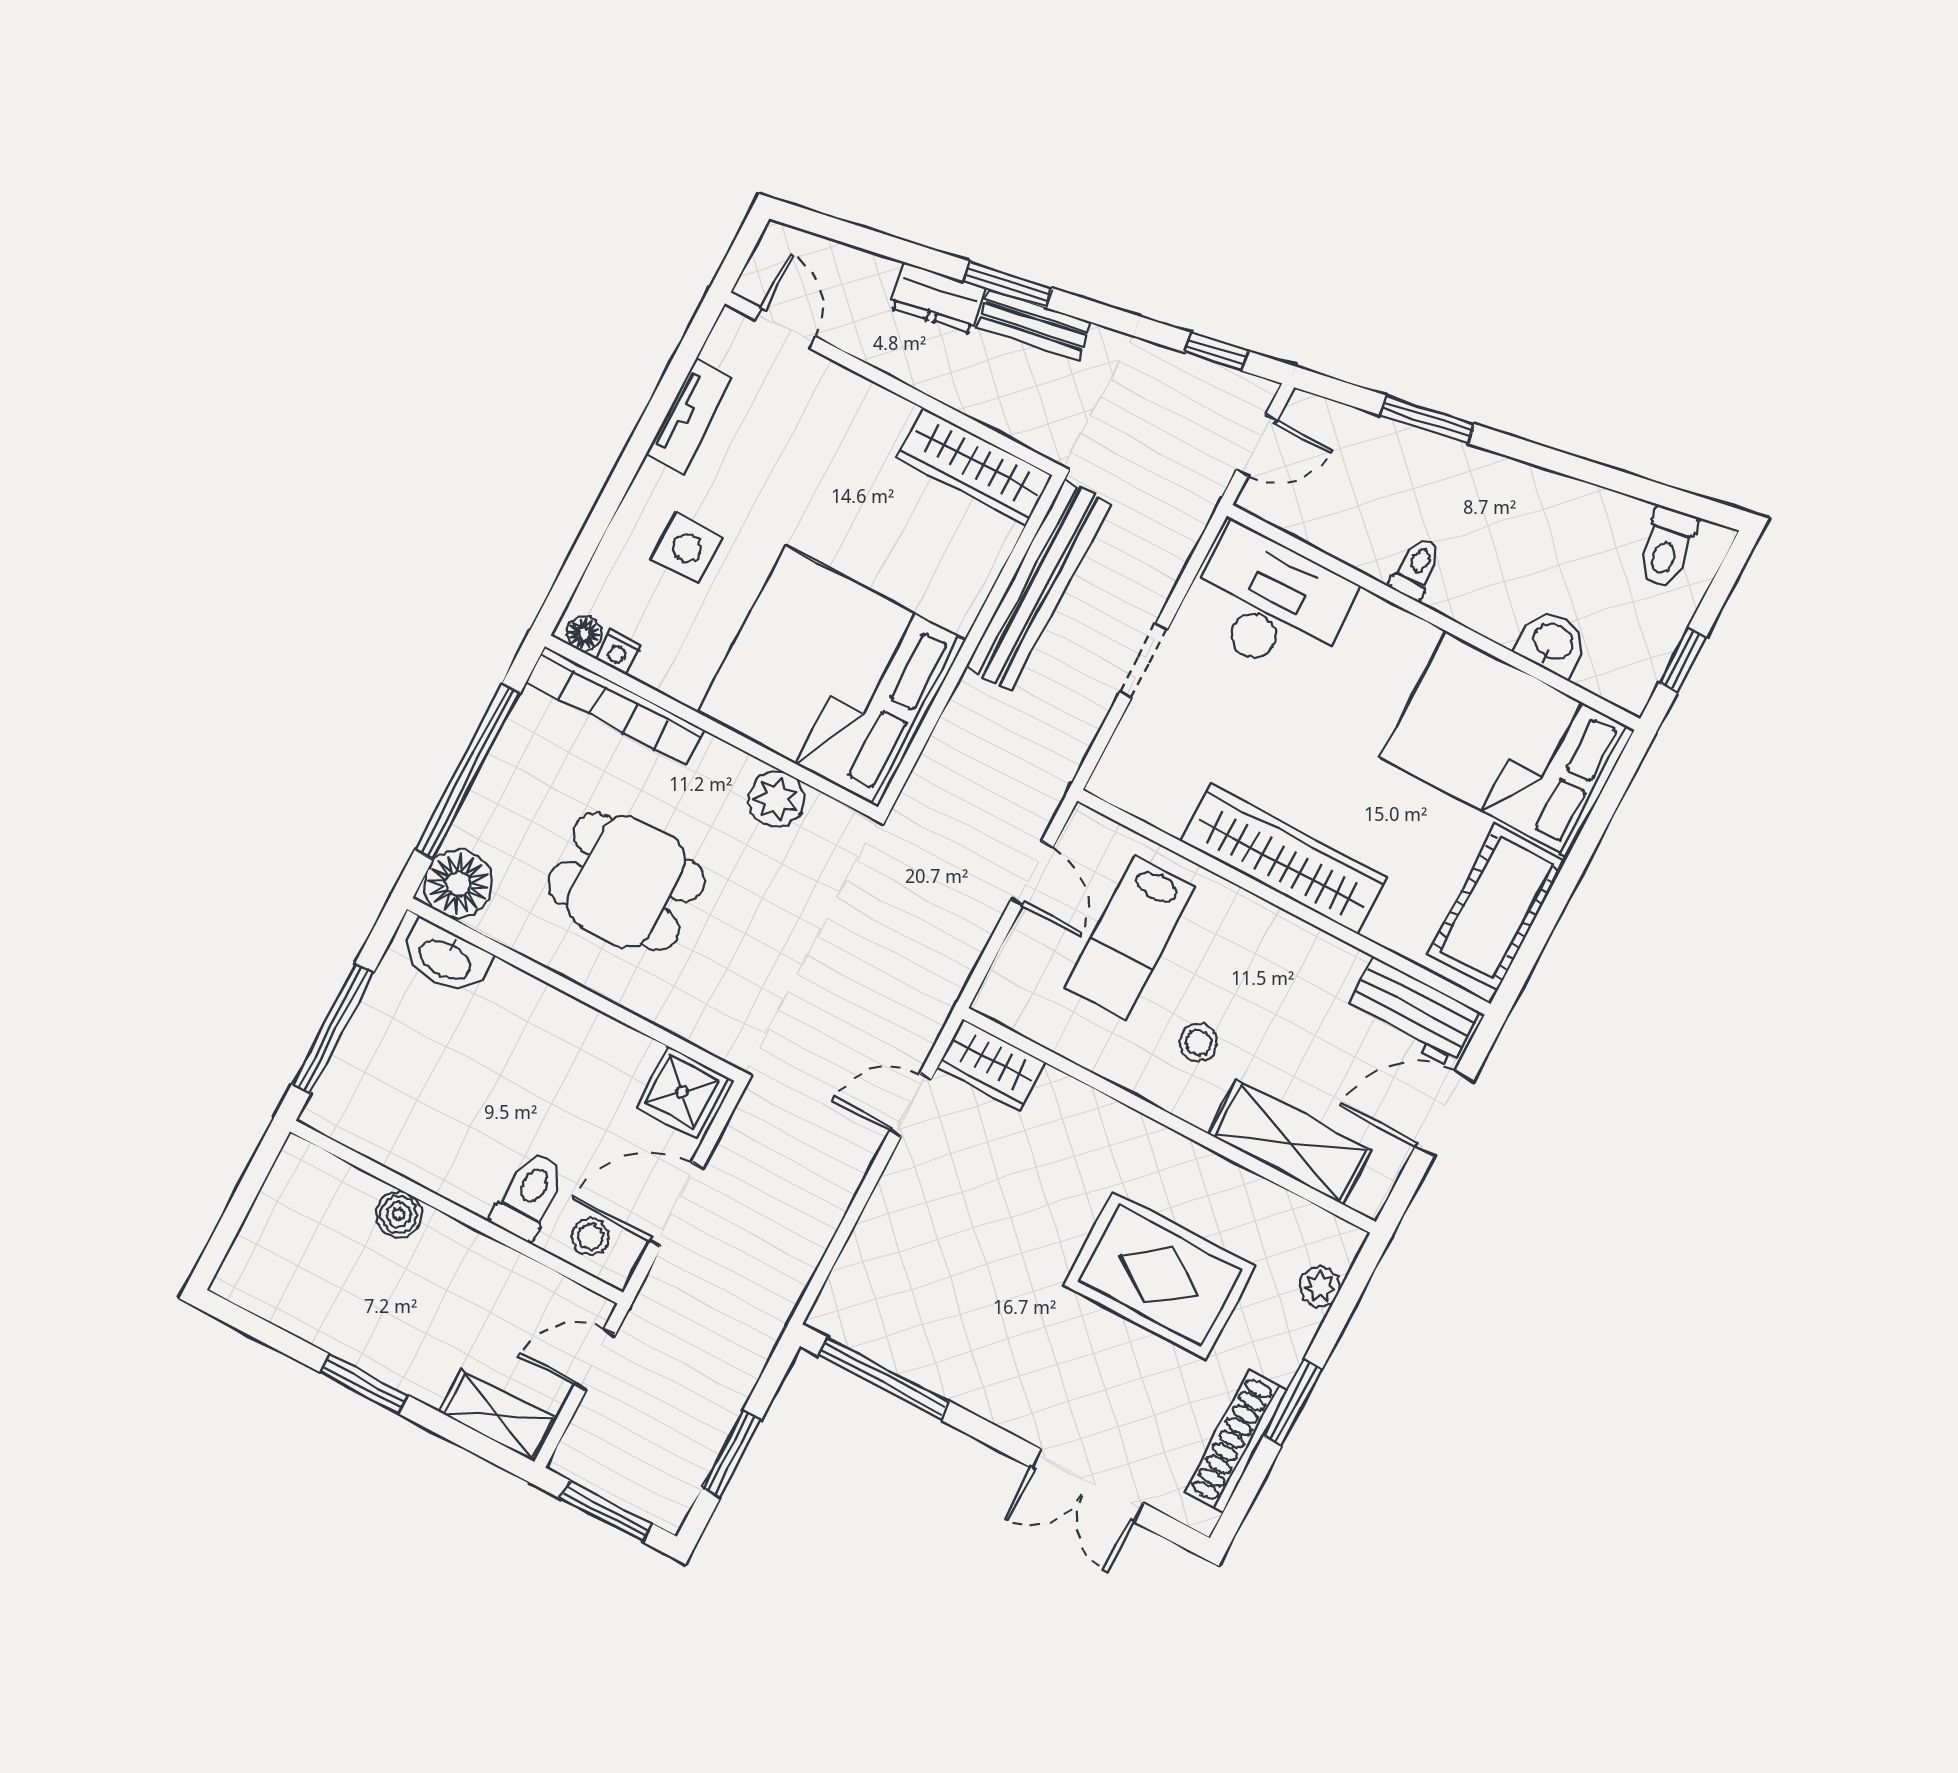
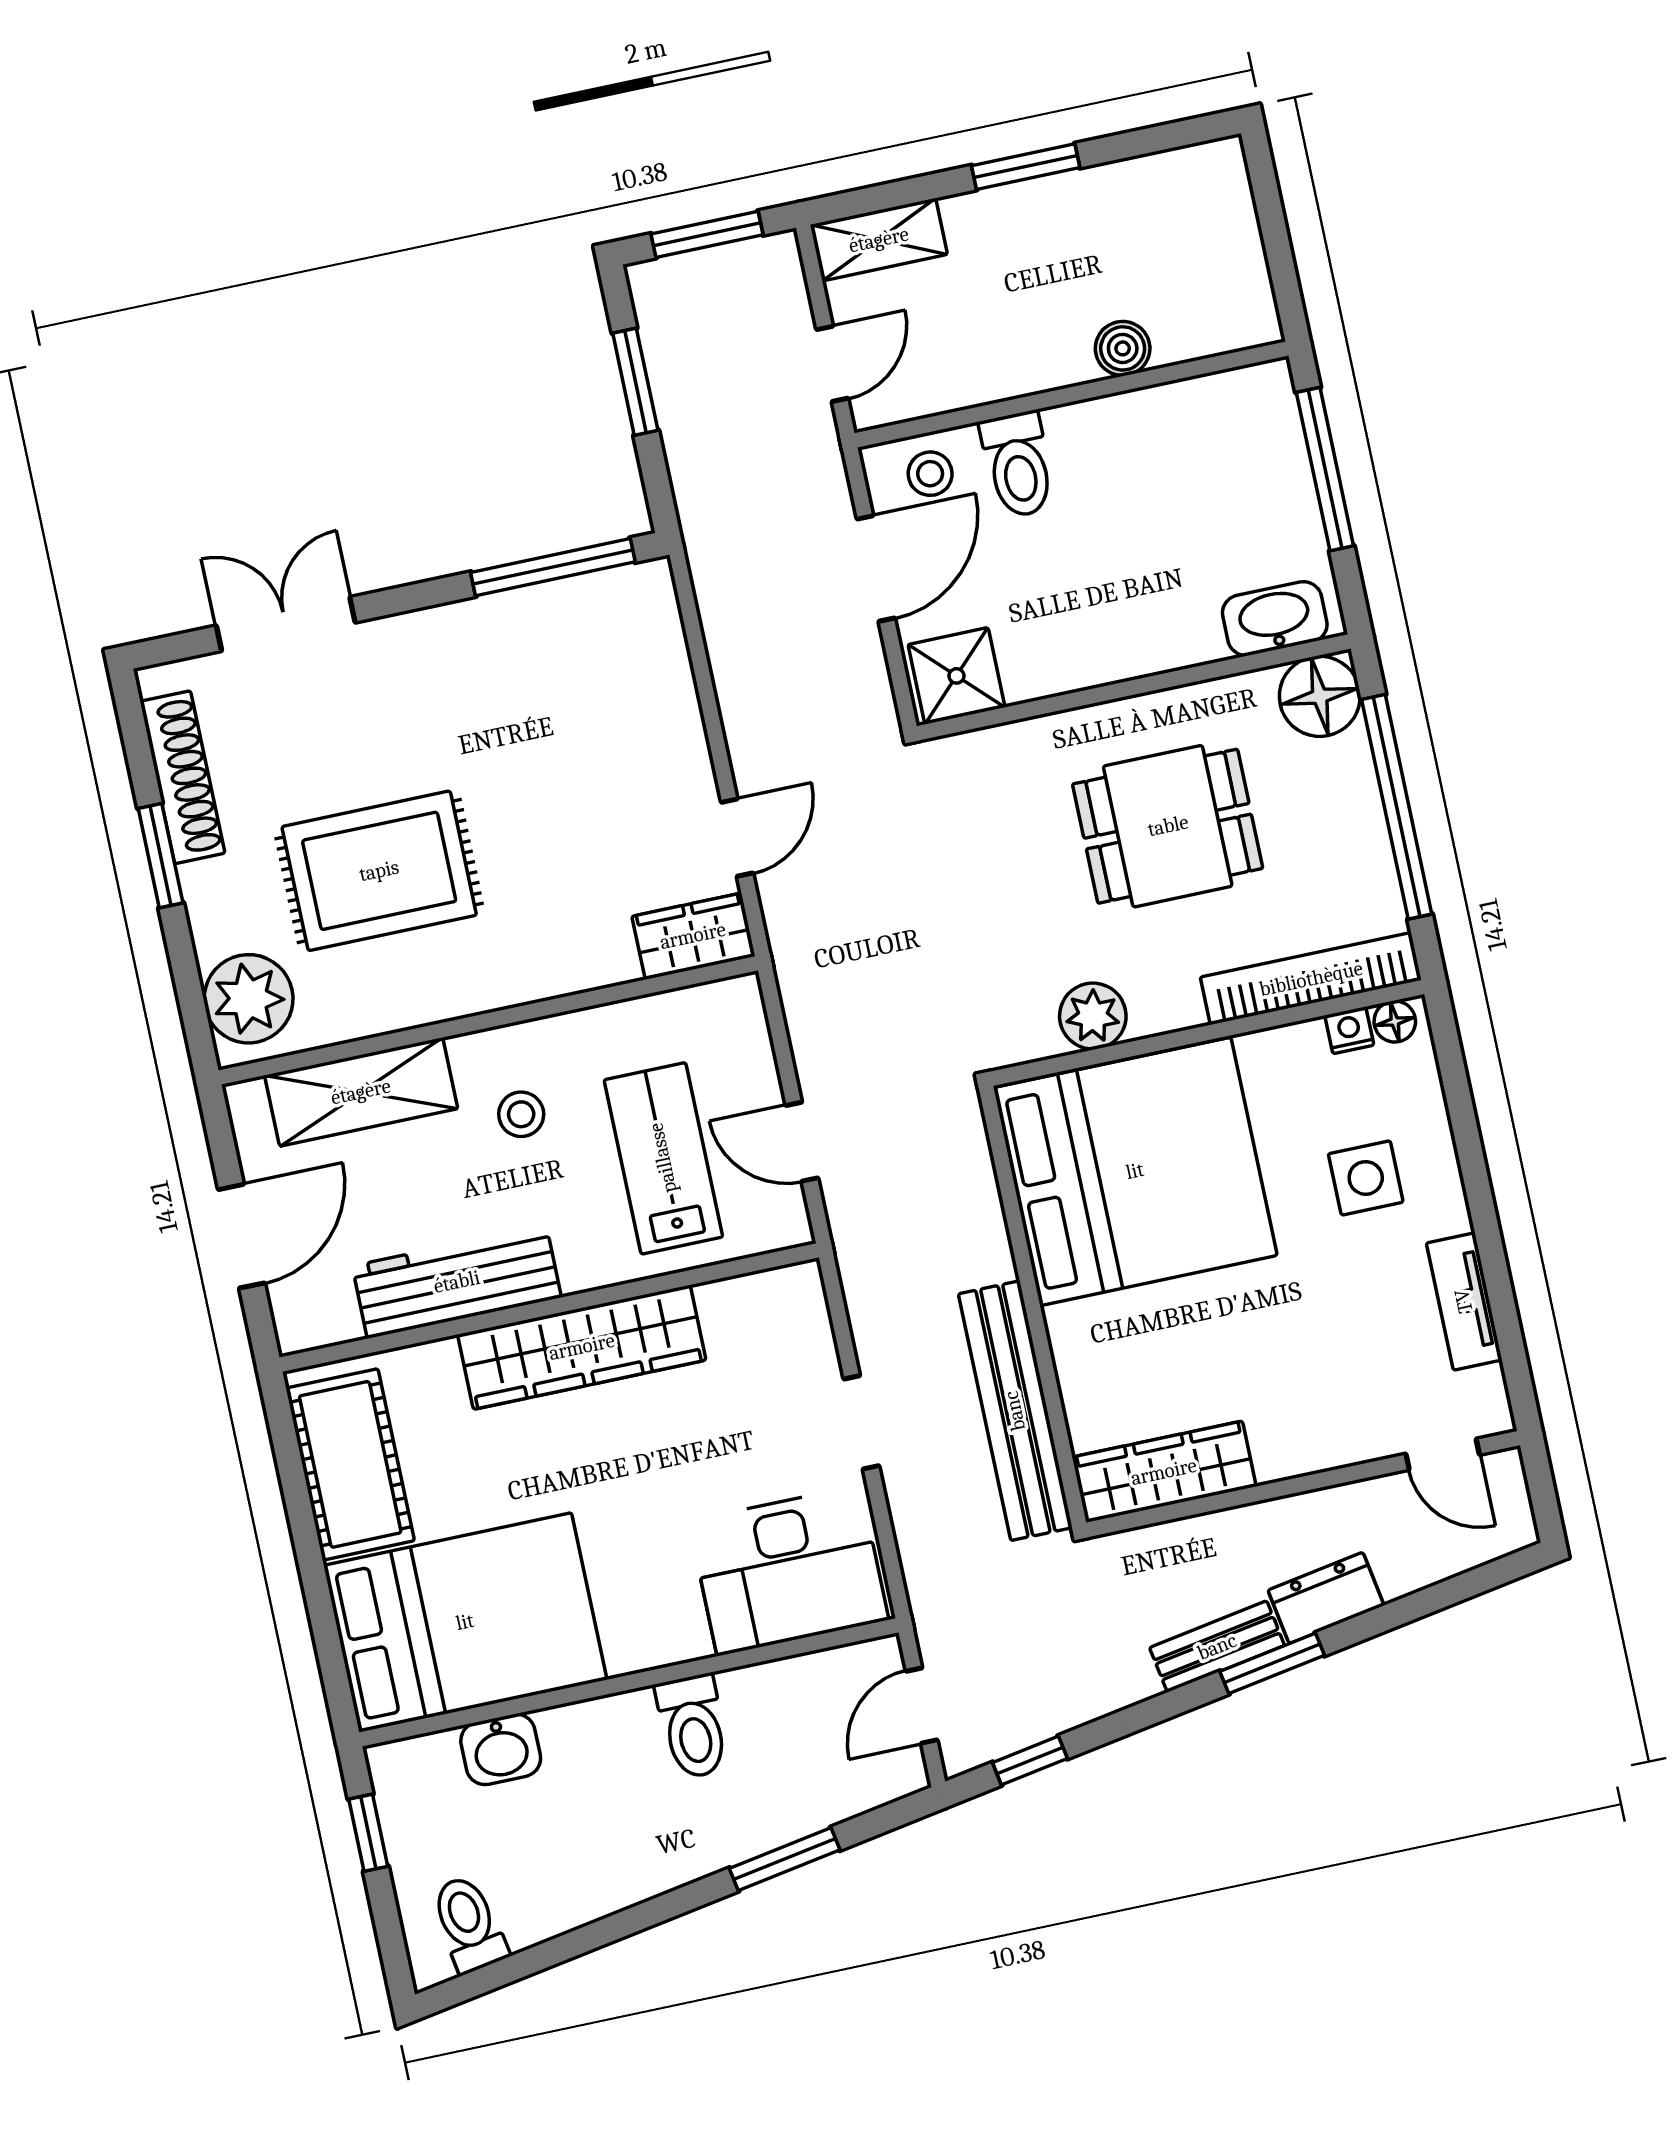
toilet: (1417, 568) -> (693, 1727), width x1.37, depth x1.39
workbench: (1412, 1012) -> (457, 1282), moved, width x1.38
plant: (1320, 1287) -> (249, 999), width x1.87, depth x1.87

